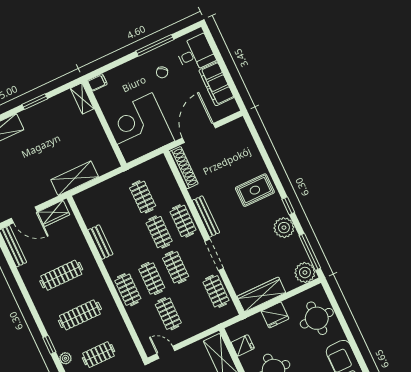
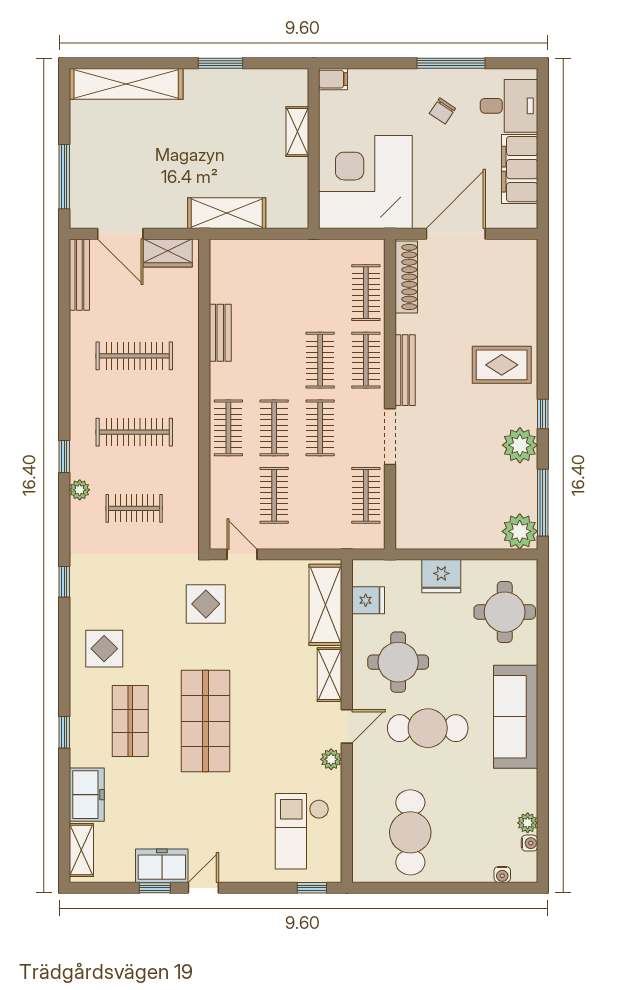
shelving: (82, 99) -> (297, 132), moved
clothes rail: (143, 197) -> (366, 293), moved
wardrobe: (261, 294) -> (435, 534), removed

